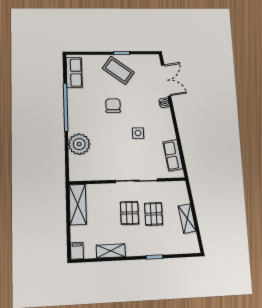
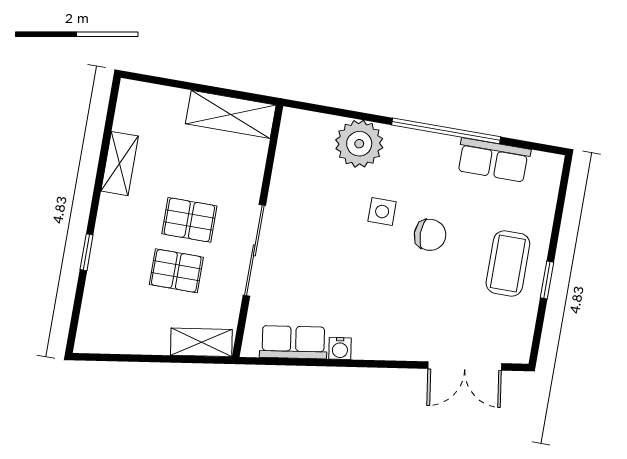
coffee table: (118, 70) -> (508, 263), turned -37
row of seats: (74, 73) -> (494, 160), moved
water cooler: (164, 103) -> (340, 348), moved
side table: (138, 133) -> (382, 212), moved
shelving: (187, 219) -> (201, 342), moved
filing cabinet: (77, 251) -> (136, 94), removed

